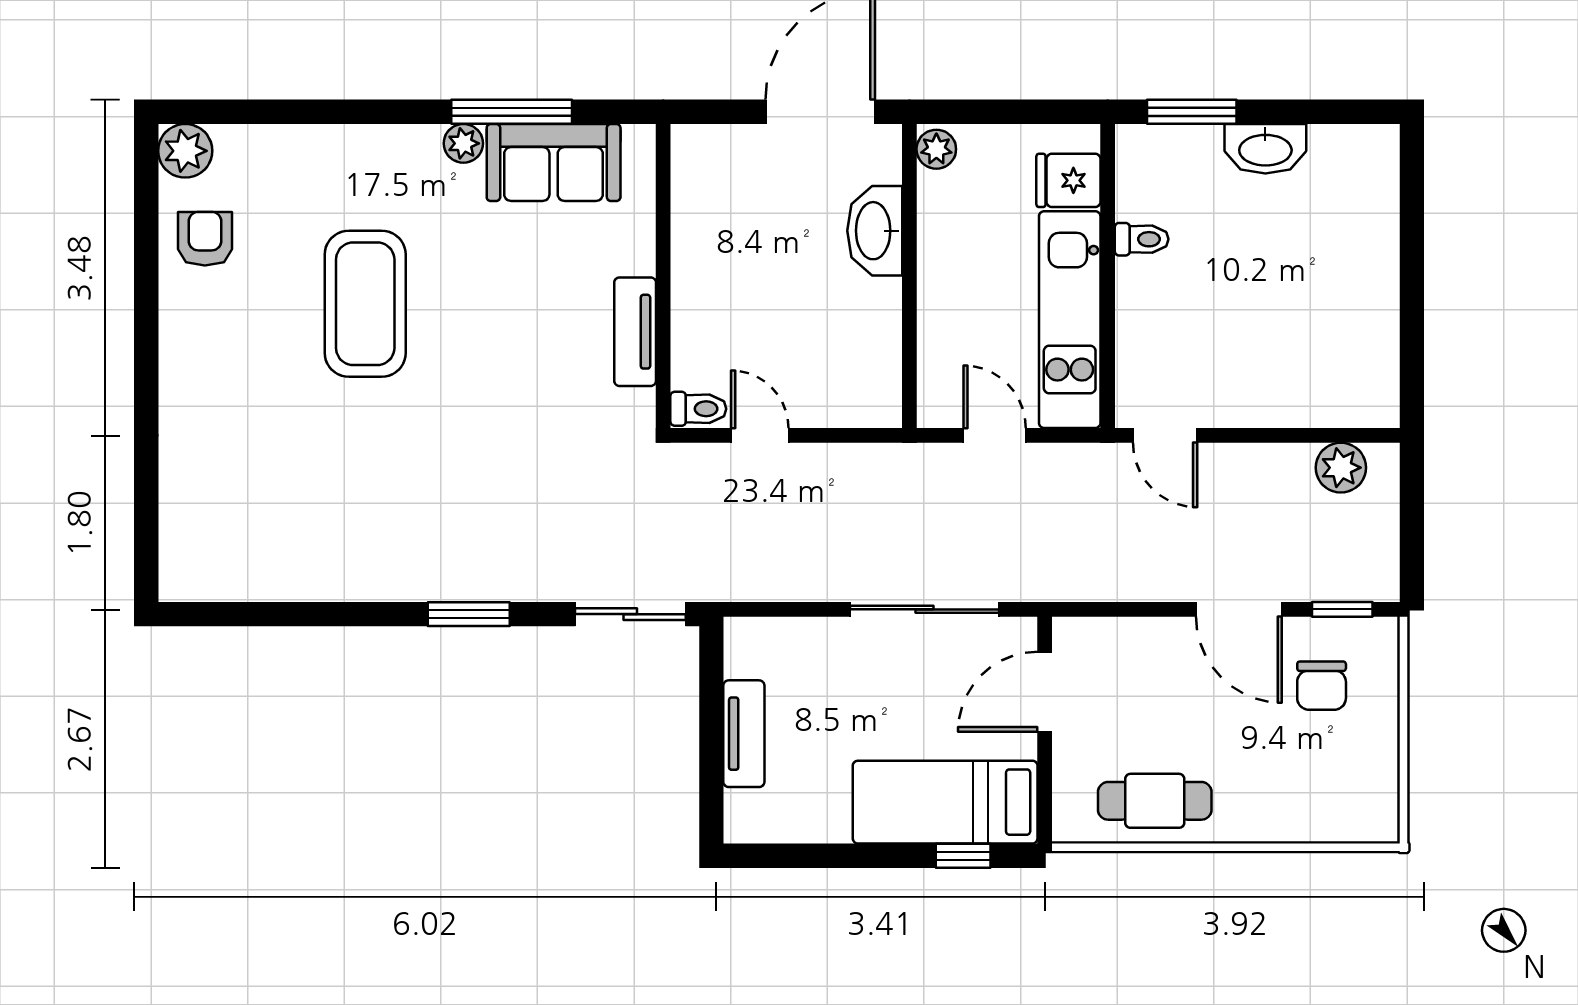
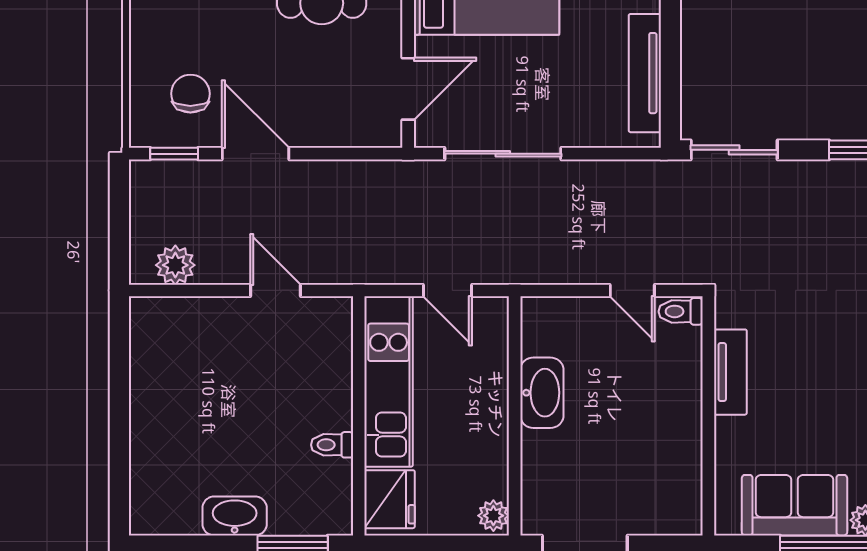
fridge: (1068, 180) -> (390, 499), width x1.38
washbasin: (875, 231) -> (542, 393), moved
door: (1165, 435) -> (275, 290), moved
tv unit: (744, 734) -> (645, 73), width x1.41

